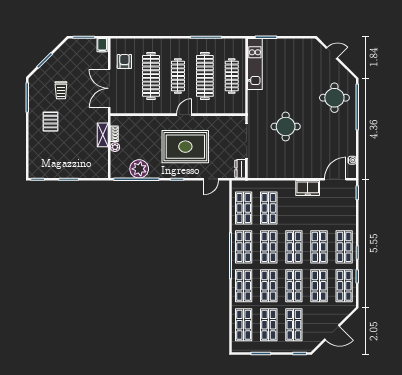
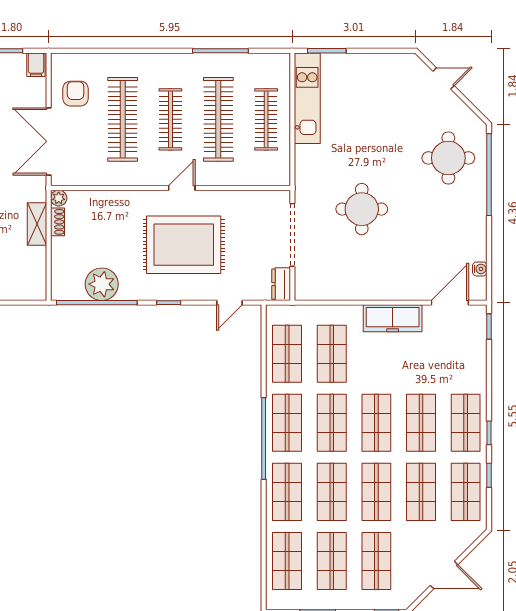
plant: (115, 147) -> (59, 198), moved
freezer: (308, 188) -> (393, 318), width x1.40

